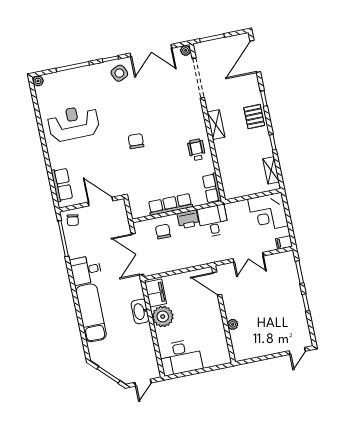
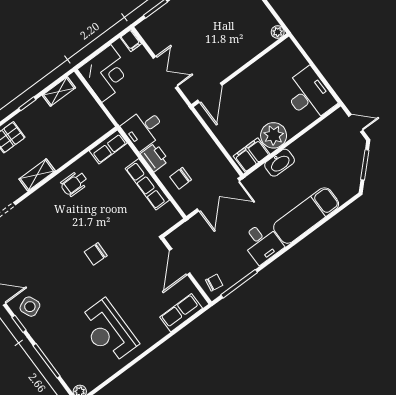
plant: (233, 324) -> (278, 32), moved

